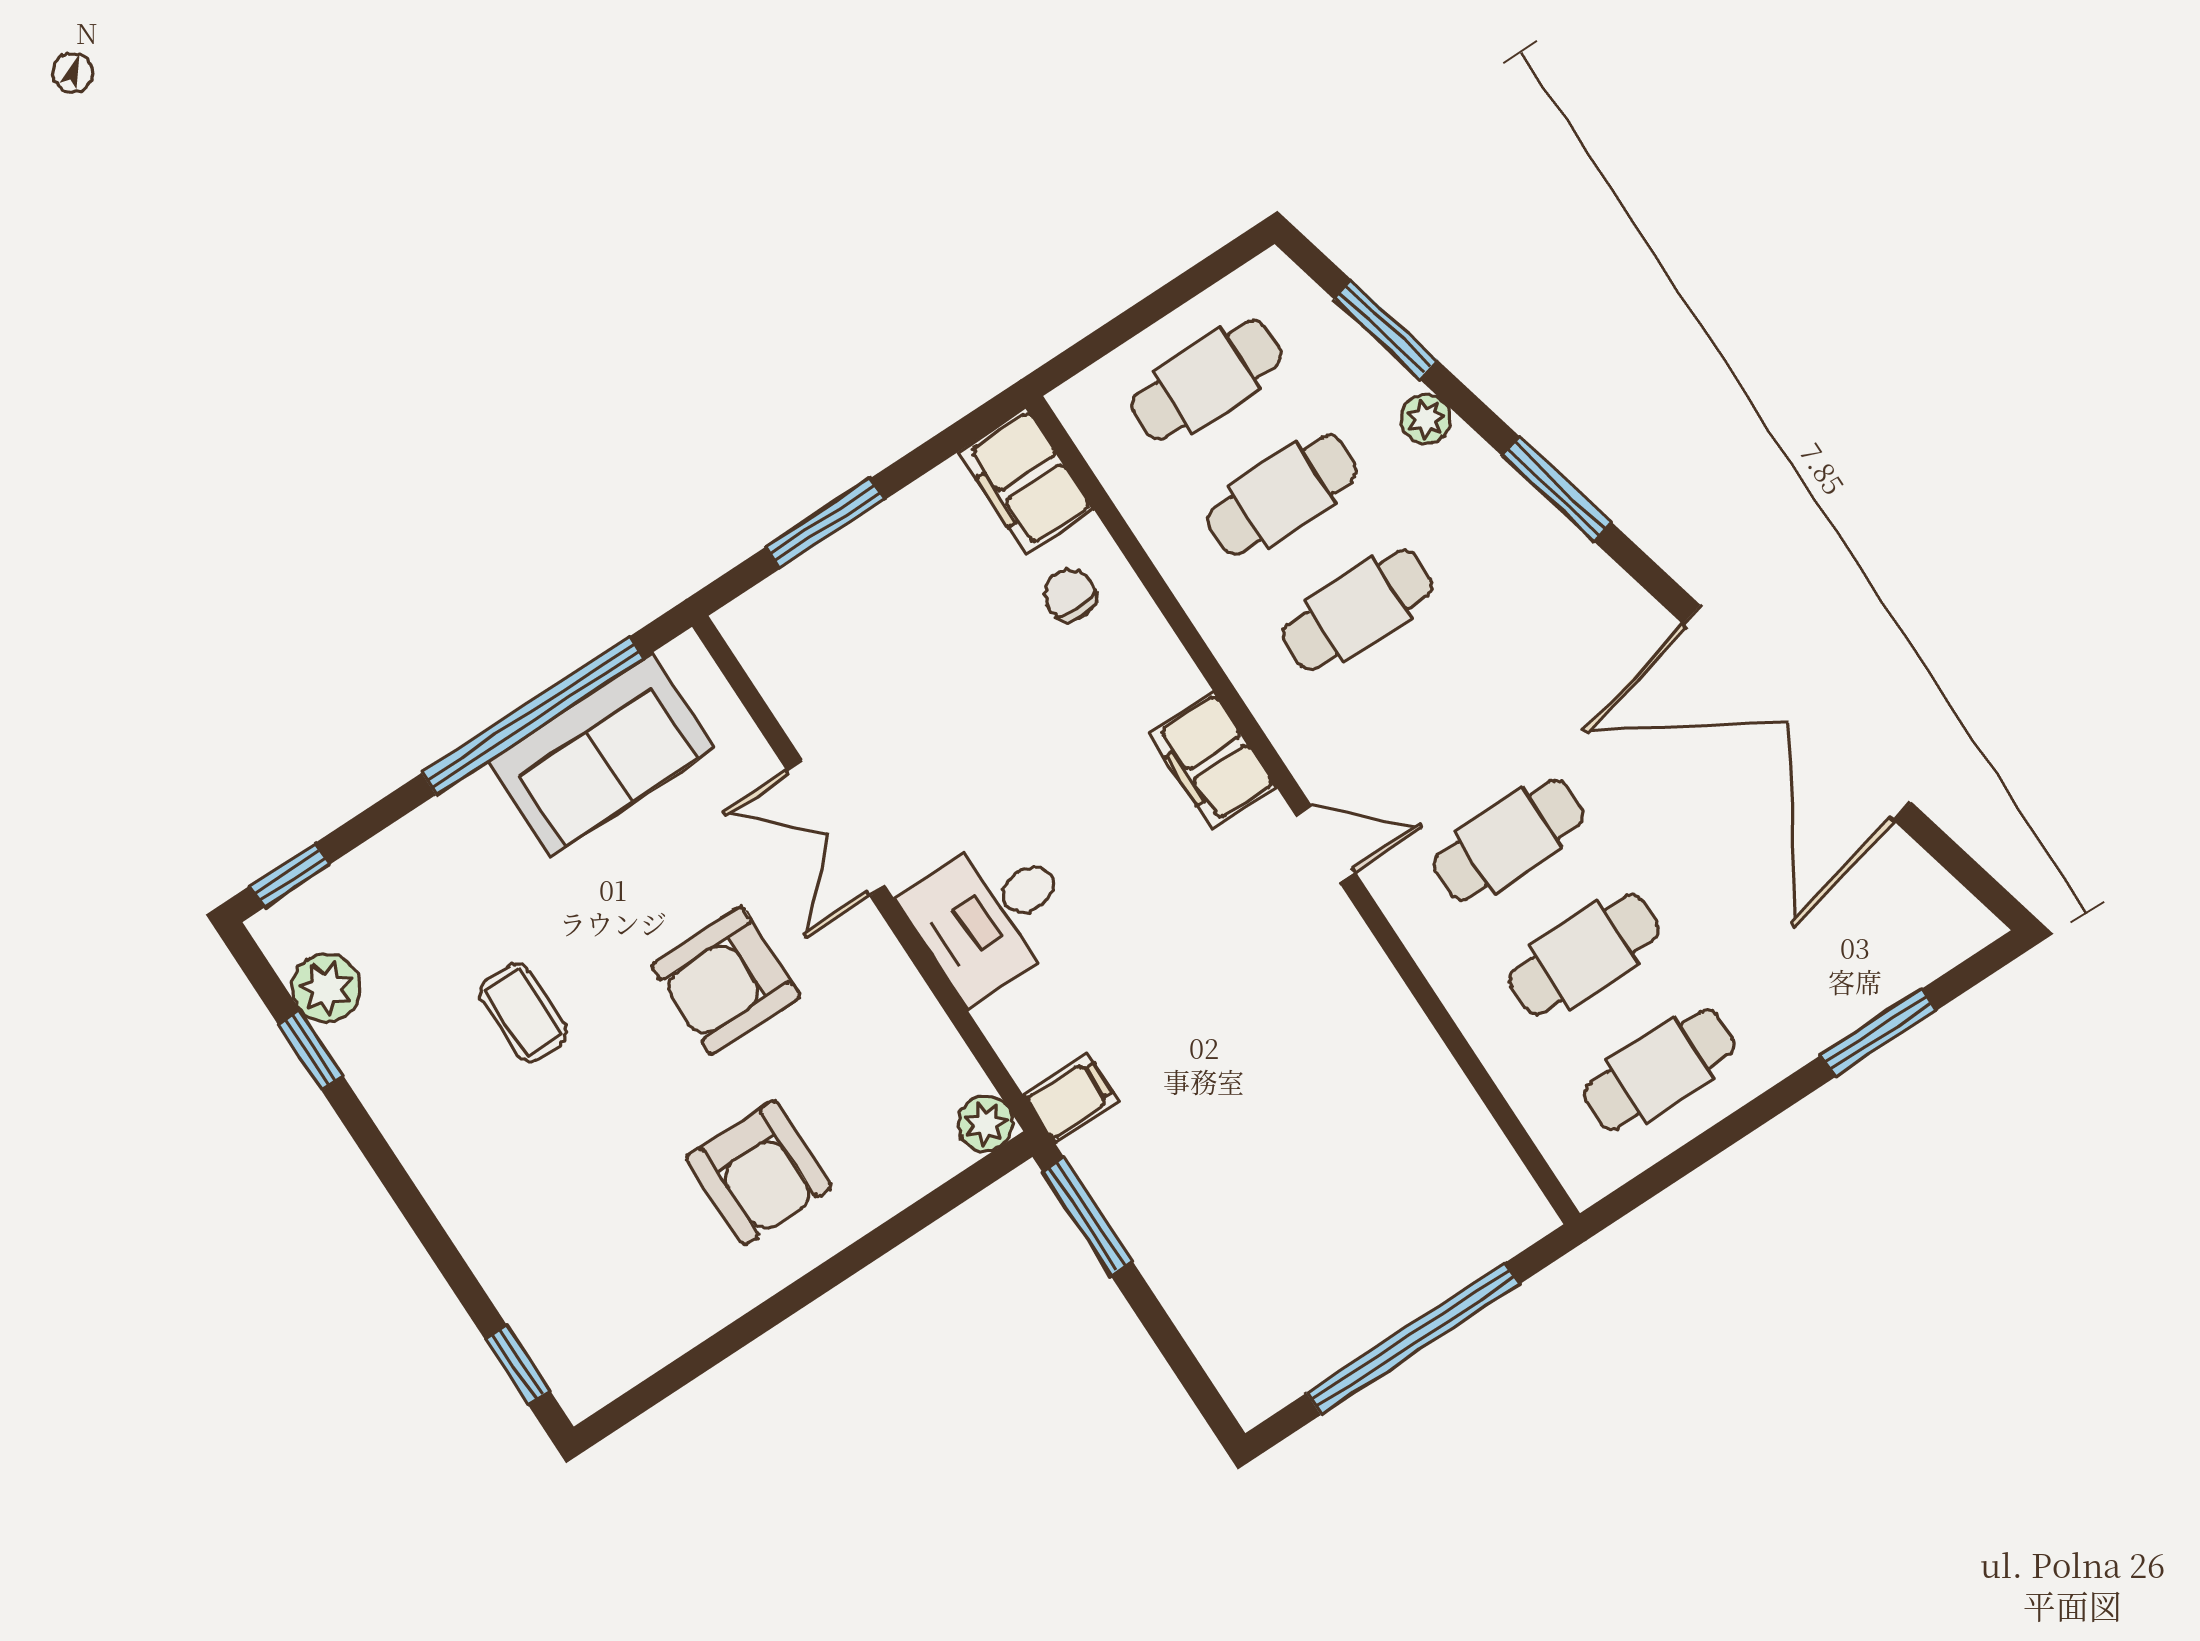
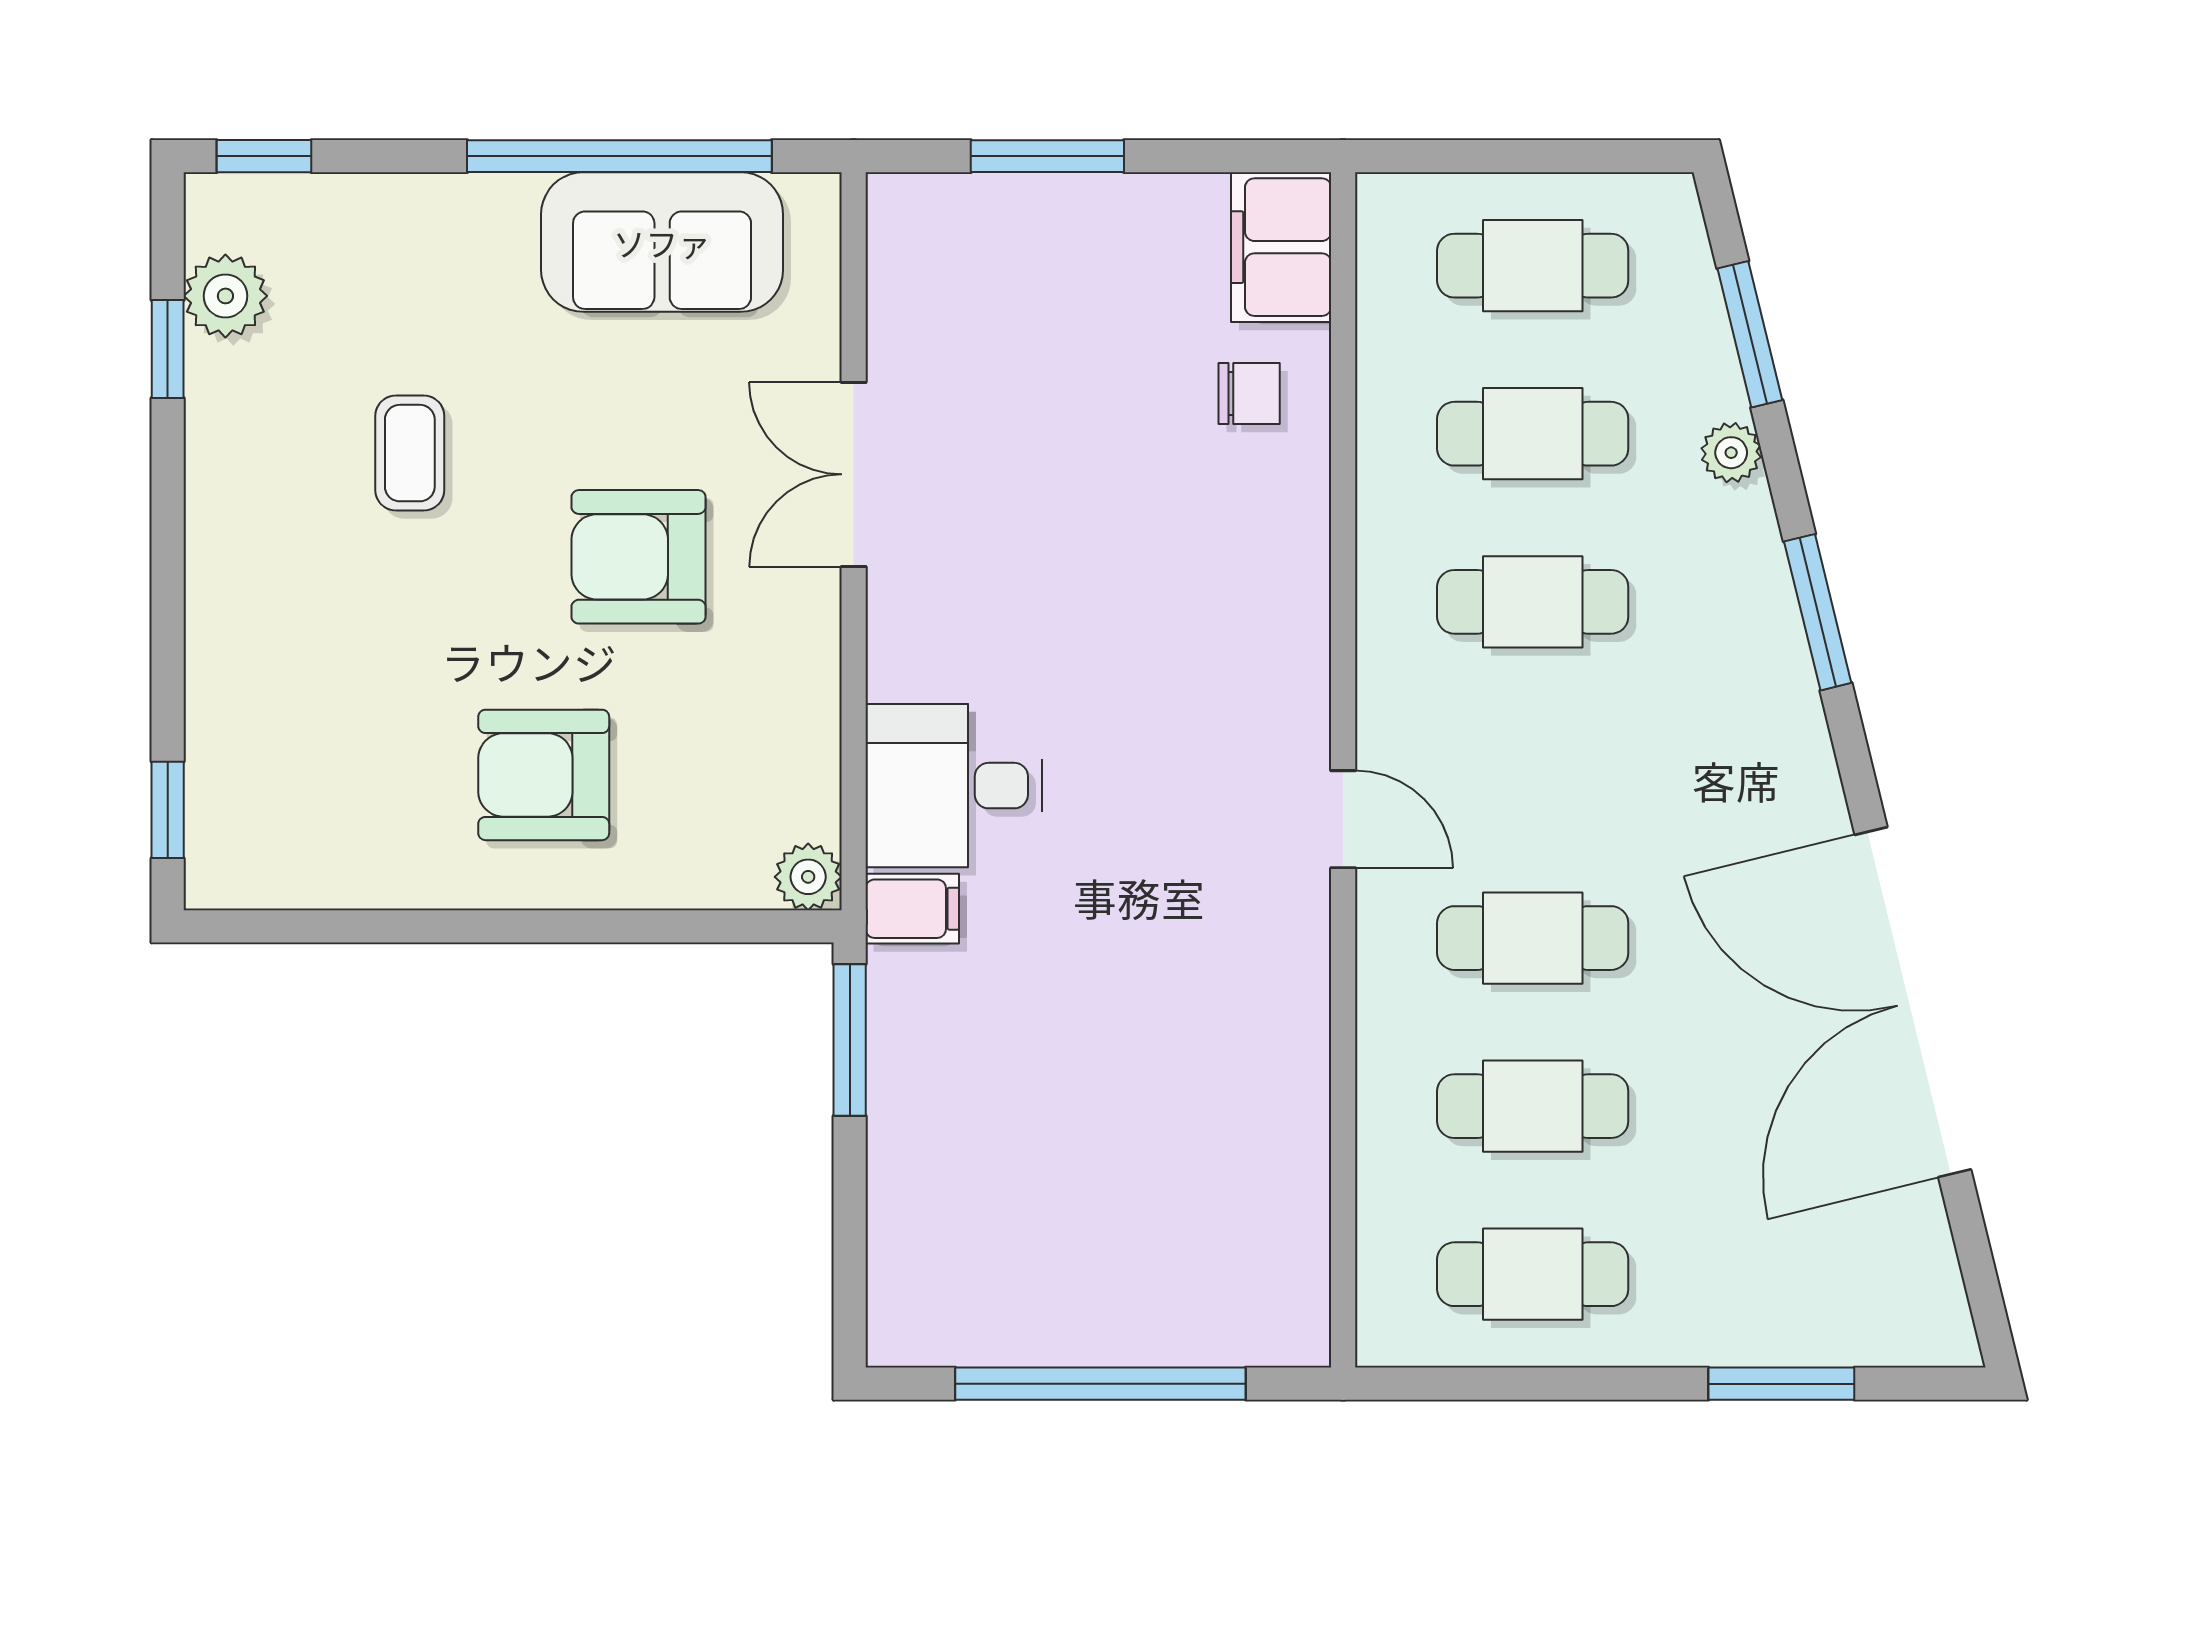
chair: (1070, 595) -> (1249, 393), turned 90
filing cabinet: (1213, 760) -> (1284, 658), removed
desk: (991, 914) -> (954, 786), moved
armchair: (759, 1173) -> (544, 775), turned 90

